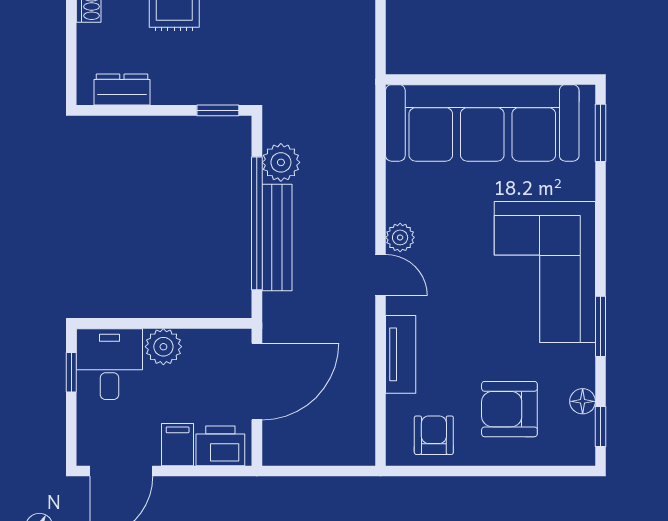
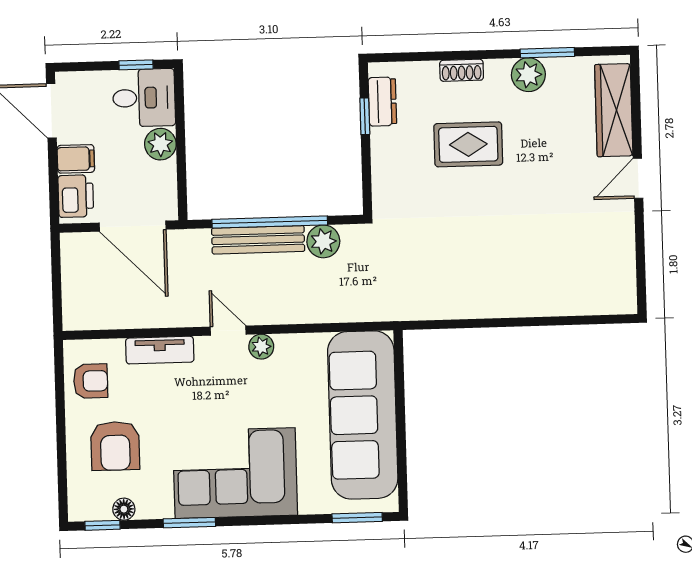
window: (218, 110) -> (365, 116), moved
door: (381, 275) -> (228, 331), swing flipped
armchair: (509, 409) -> (115, 446), turned 180

